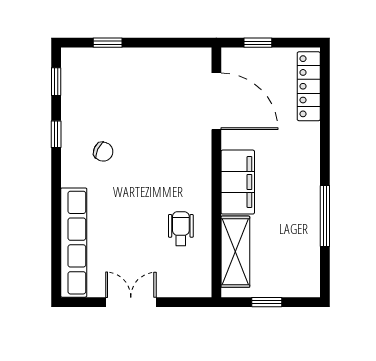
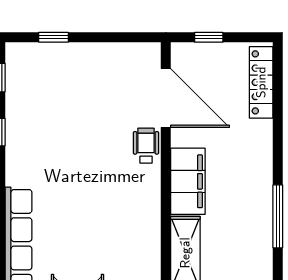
chair: (103, 152) -> (49, 150), removed
wheelchair: (181, 229) -> (146, 146), moved

